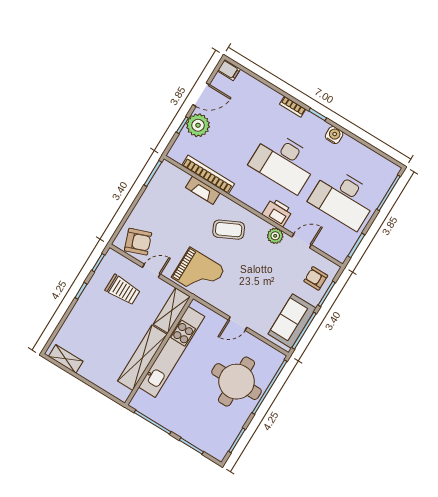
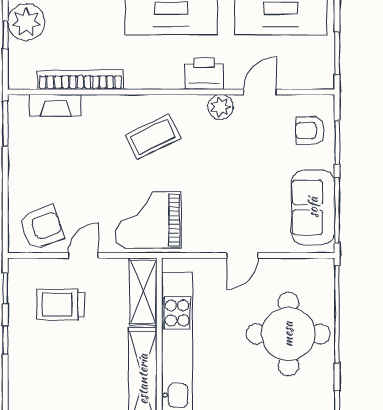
fireplace: (203, 190) -> (55, 105), moved
grand piano: (198, 273) -> (148, 220), turned 180
trolley: (123, 290) -> (61, 305), turned 180

